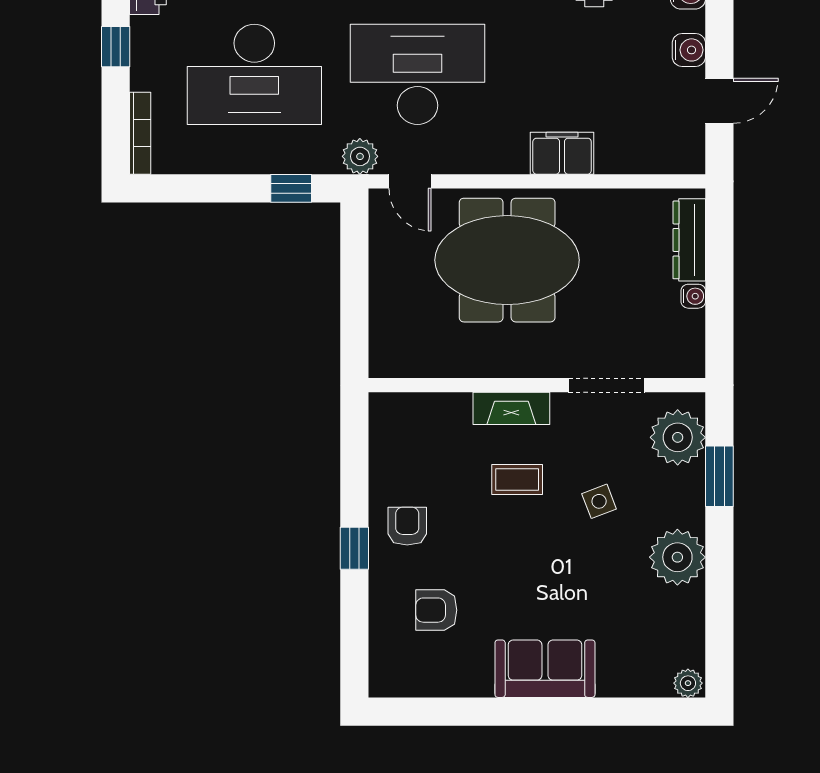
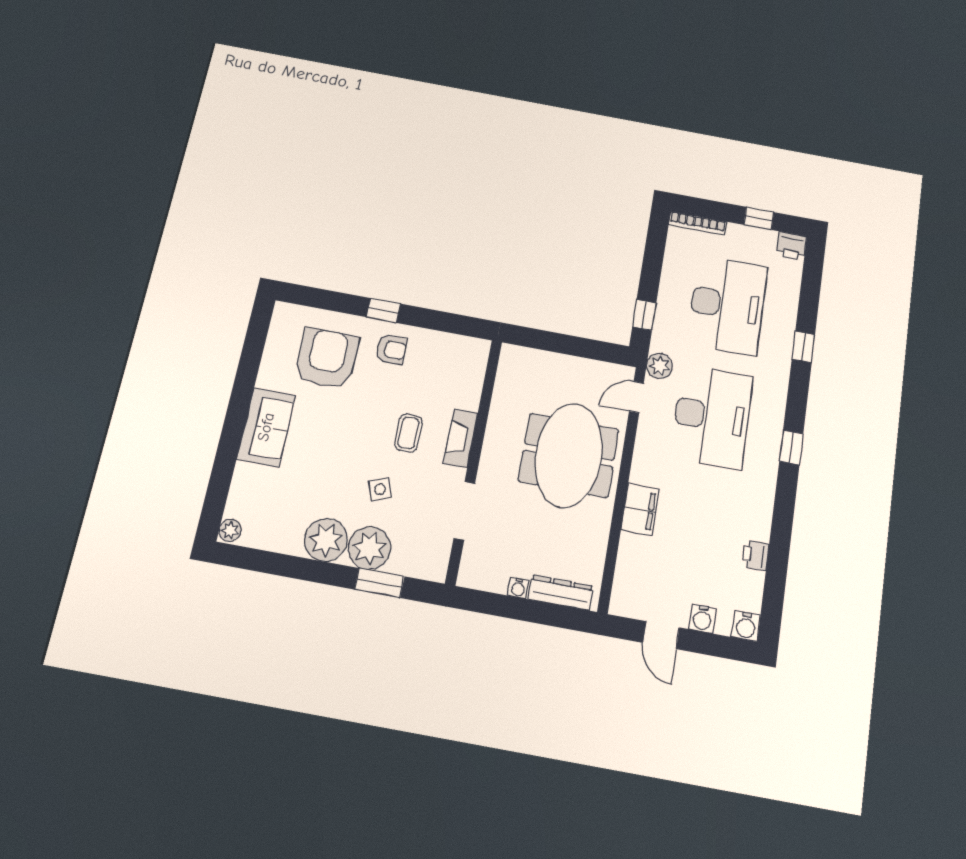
desk: (254, 74) -> (727, 305), turned 180
plant: (678, 437) -> (369, 548), moved
armchair: (436, 610) -> (327, 358), width x1.88, depth x1.88

